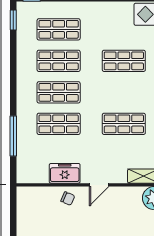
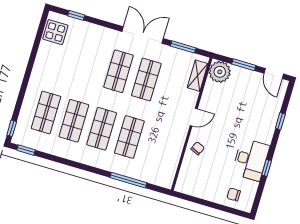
shop shelf: (124, 61) -> (119, 71), moved
freezer: (65, 173) -> (175, 145), removed
door: (99, 185) -> (194, 117), hinge flipped

